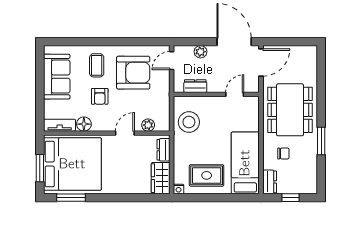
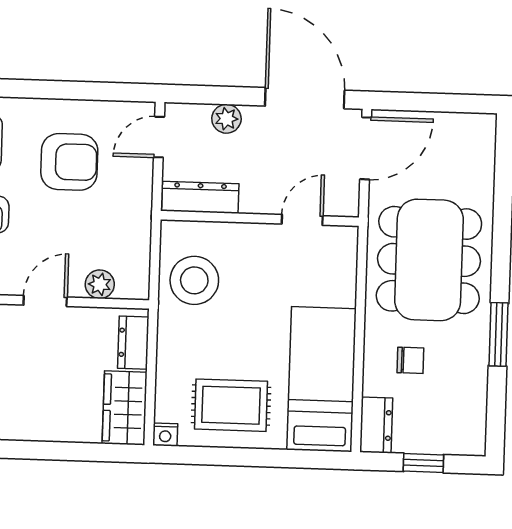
armchair: (133, 73) -> (69, 162), width x0.73, depth x0.73
dresser: (195, 86) -> (200, 197), width x1.44

